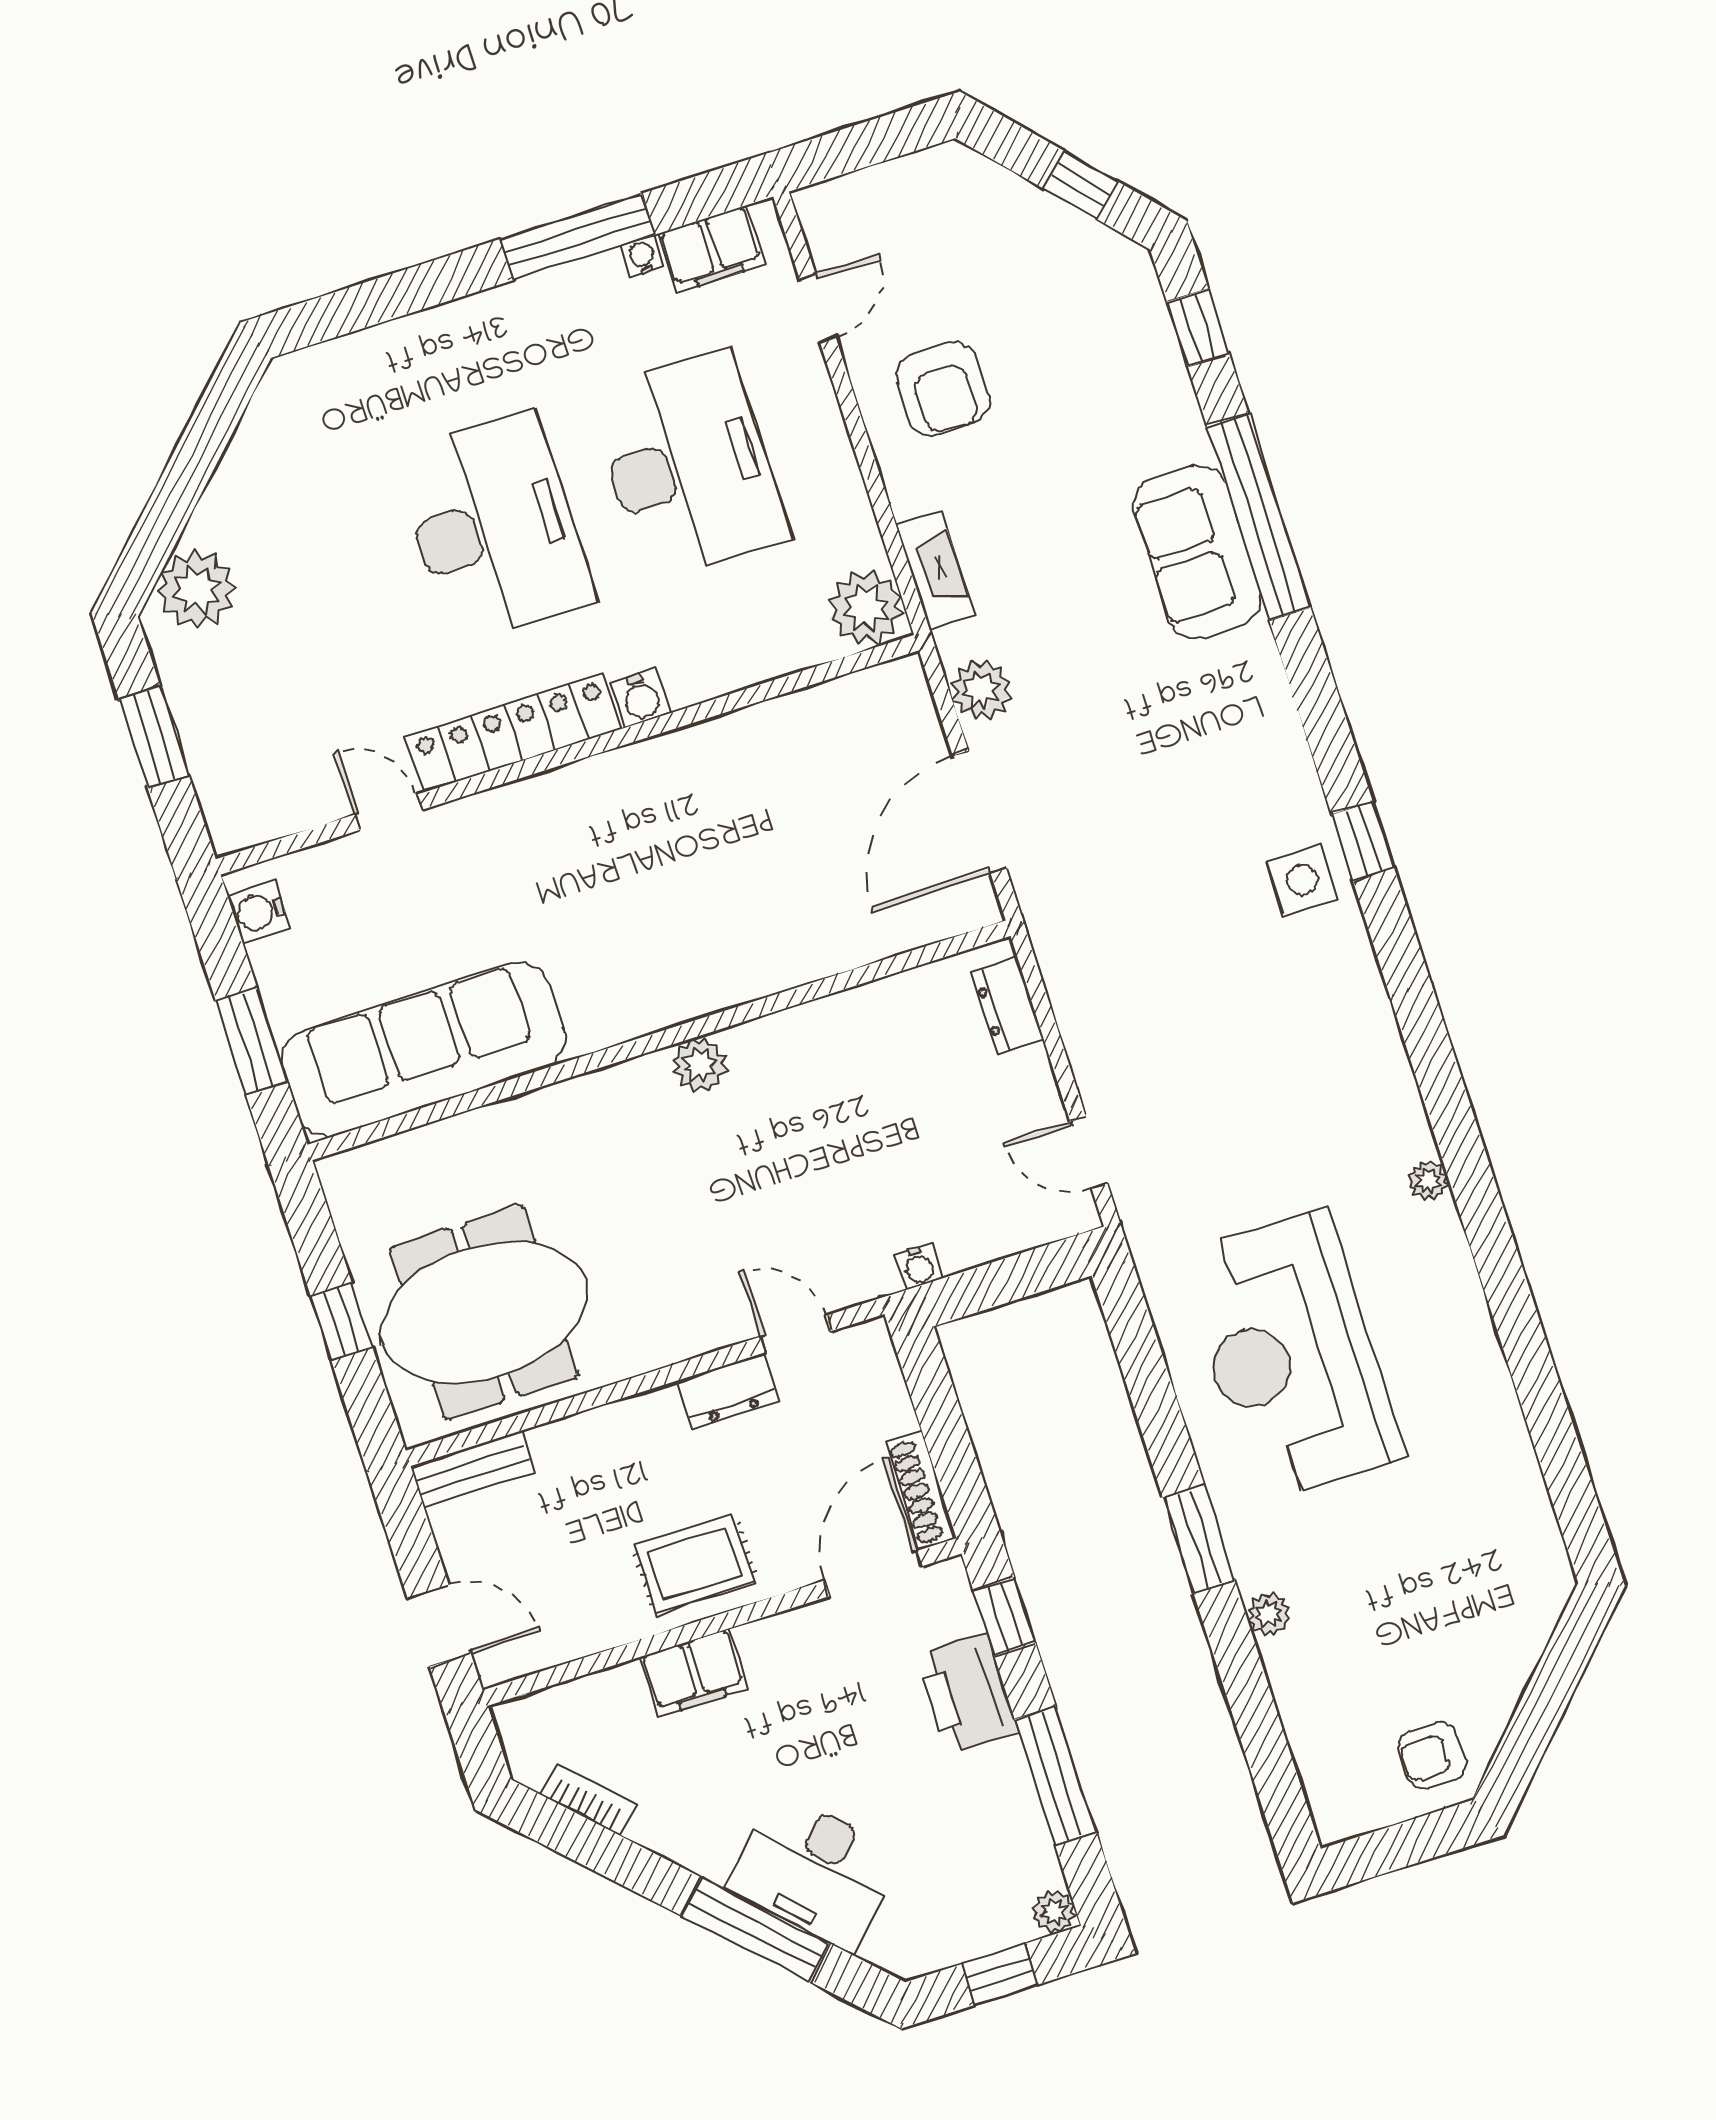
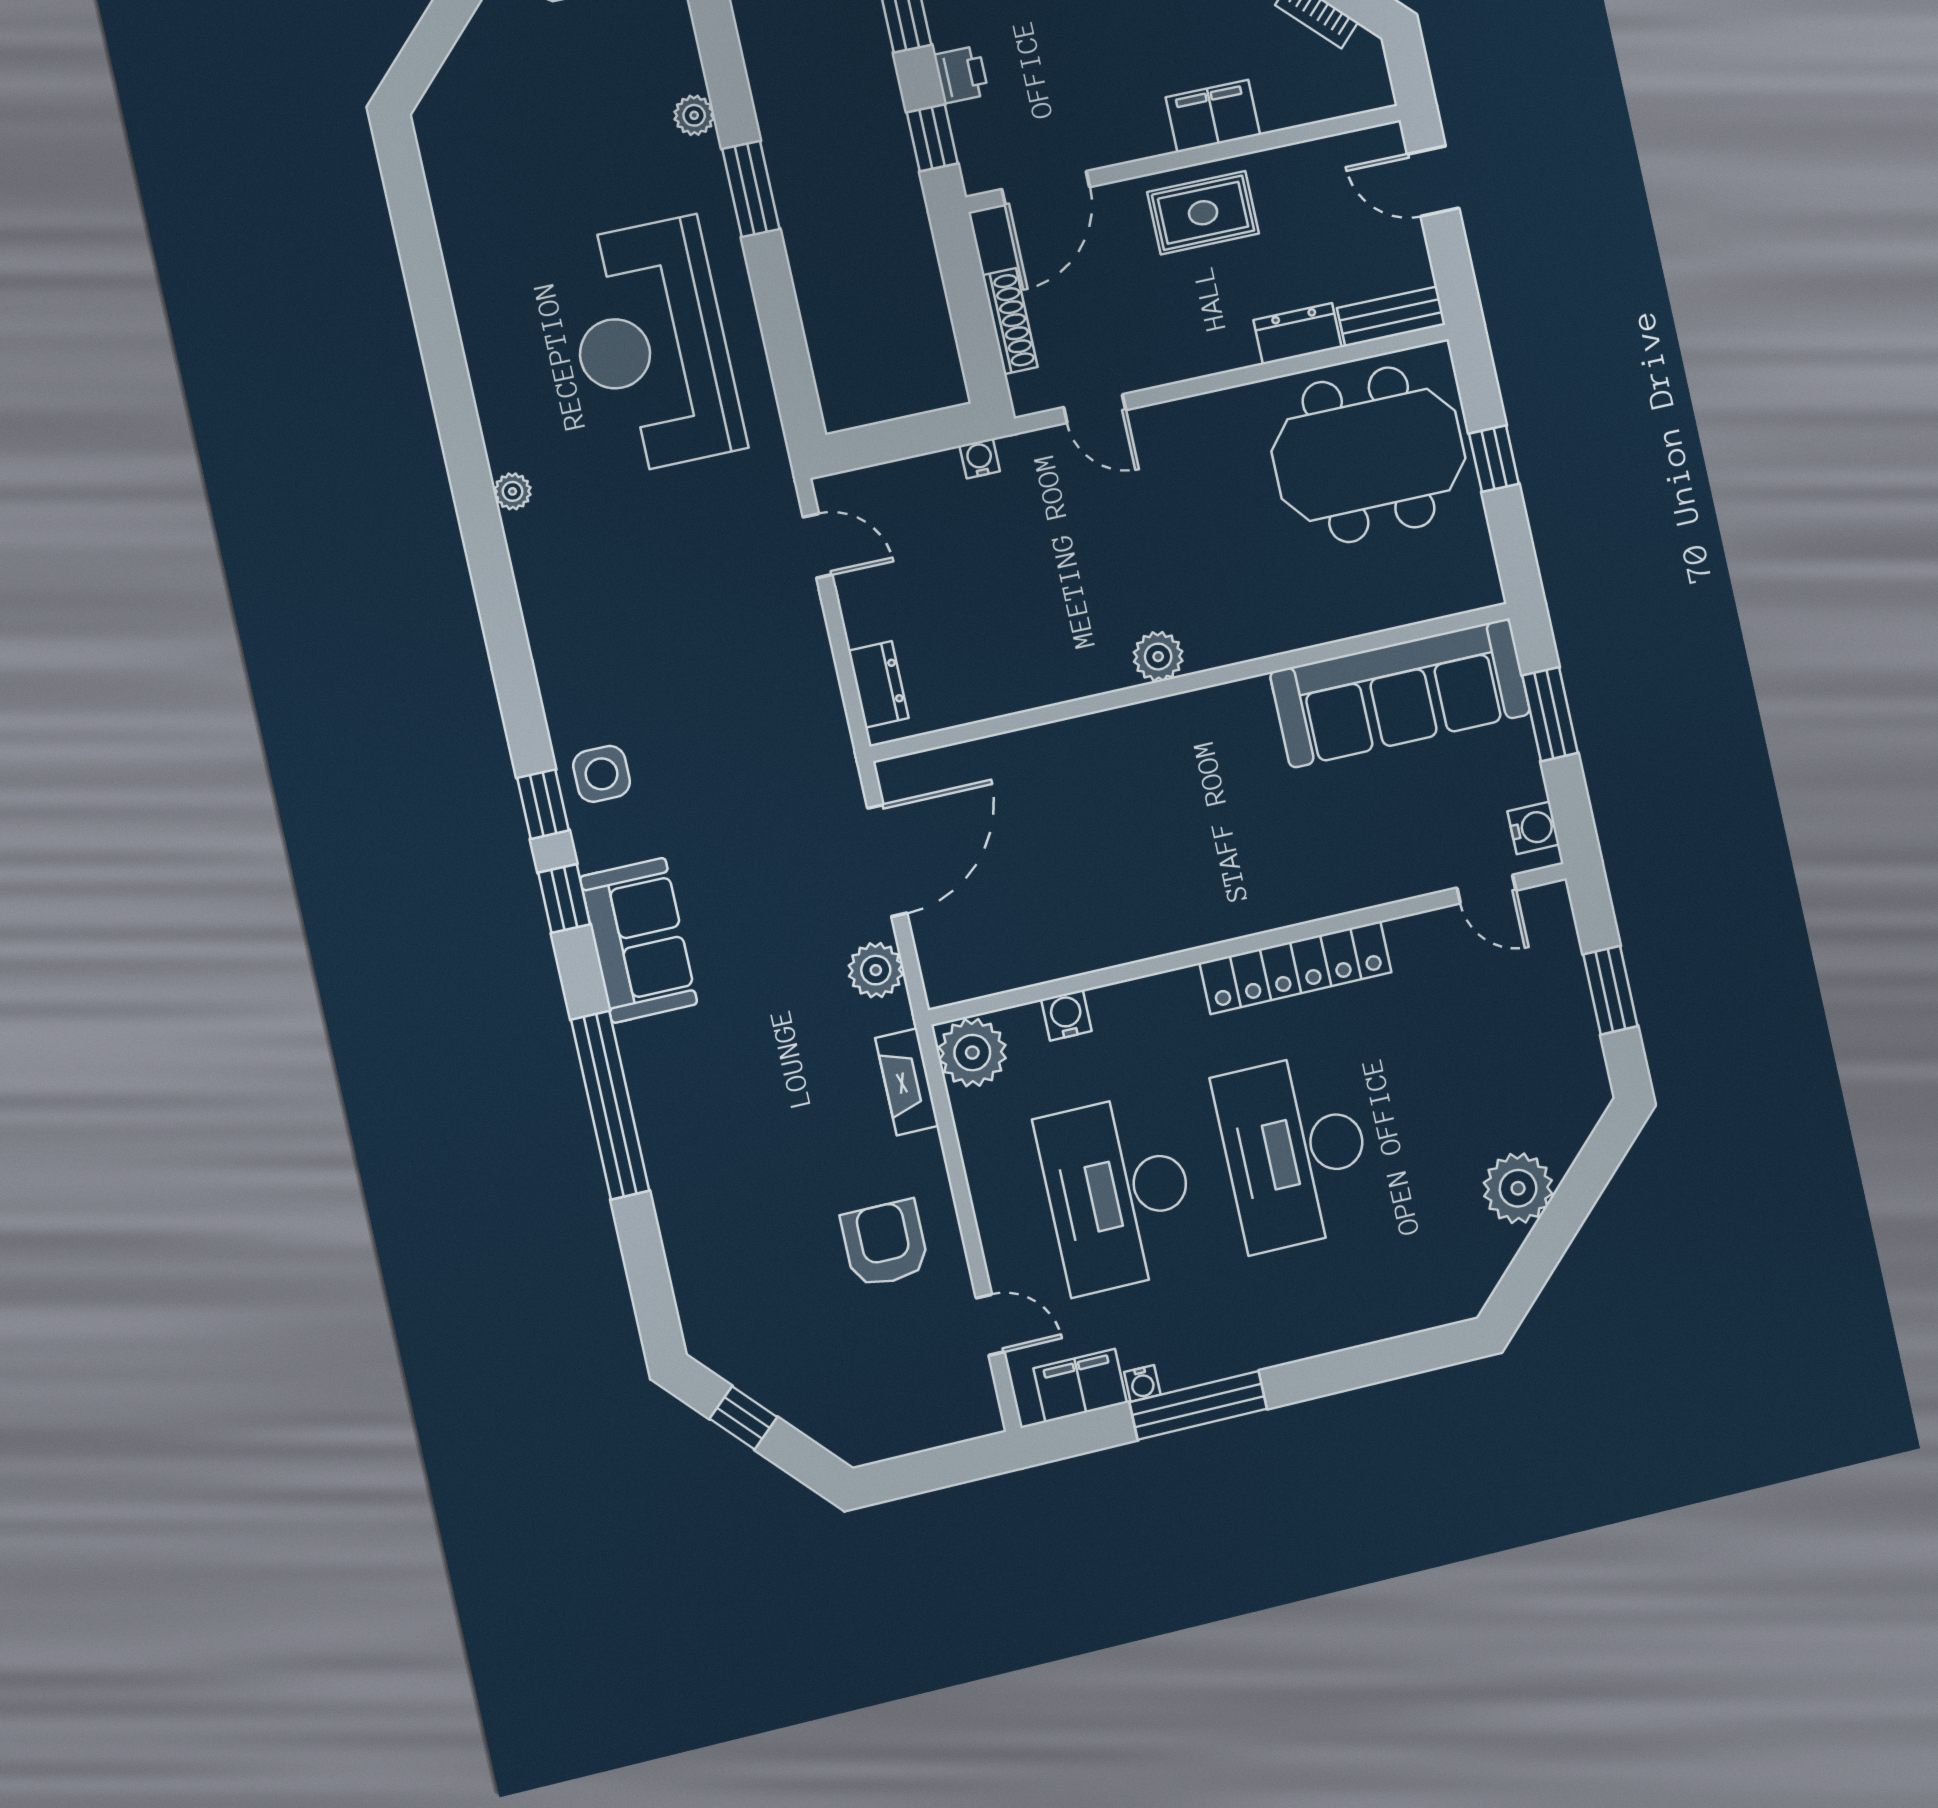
door: (818, 308) -> (990, 1325), swing flipped
window: (1198, 328) -> (564, 899), moved
sofa: (1197, 552) -> (639, 940), moved
plant: (196, 590) -> (1518, 1188), moved
water cooler: (641, 698) -> (1066, 1015), moved
door: (389, 812) -> (1486, 889), moved
reception desk: (1291, 1355) -> (652, 346), turned 180
dresser: (728, 1391) -> (1298, 334), moved
shoe rack: (921, 1490) -> (1010, 321), moved
printer: (967, 1693) -> (961, 75), width x0.53, depth x0.68

